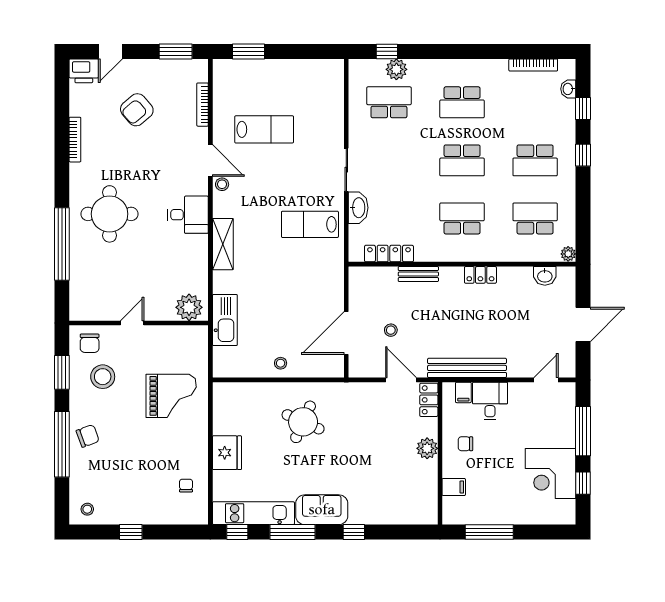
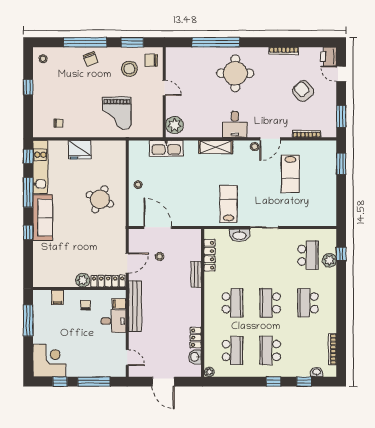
locker: (480, 275) -> (196, 338), moved
locker: (429, 400) -> (108, 281), width x1.53
corner desk: (550, 474) -> (49, 360), moved, turned 90
sofa: (322, 510) -> (43, 218), width x1.36

